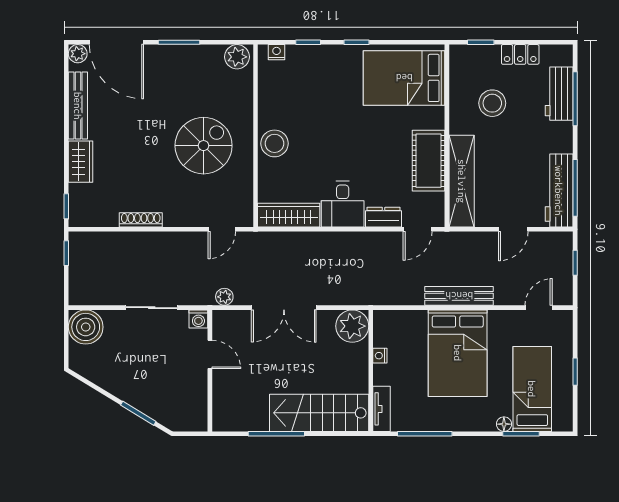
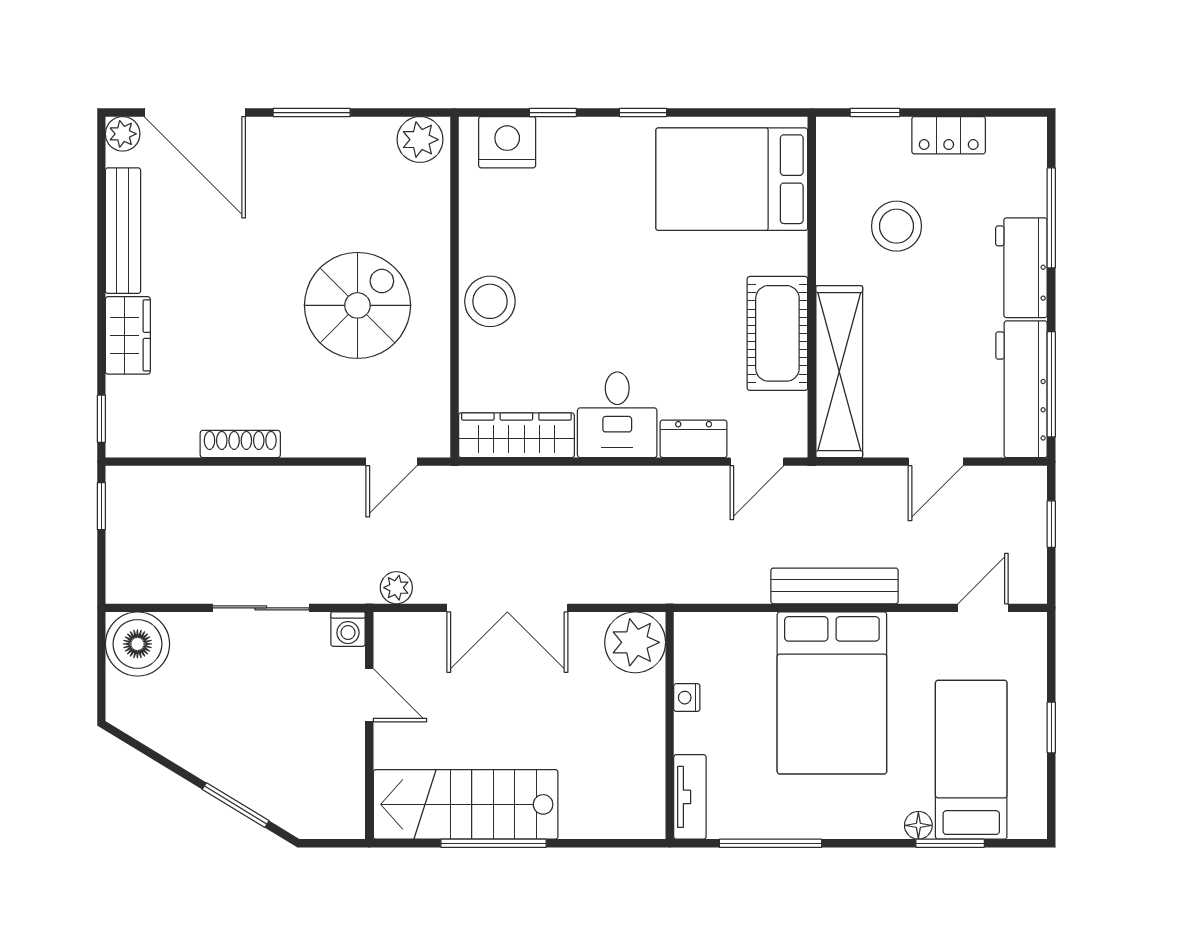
nightstand: (277, 52) -> (507, 142), width x1.89, depth x1.79
workbench: (559, 94) -> (1021, 268), moved
stairs: (319, 413) -> (466, 804), moved

